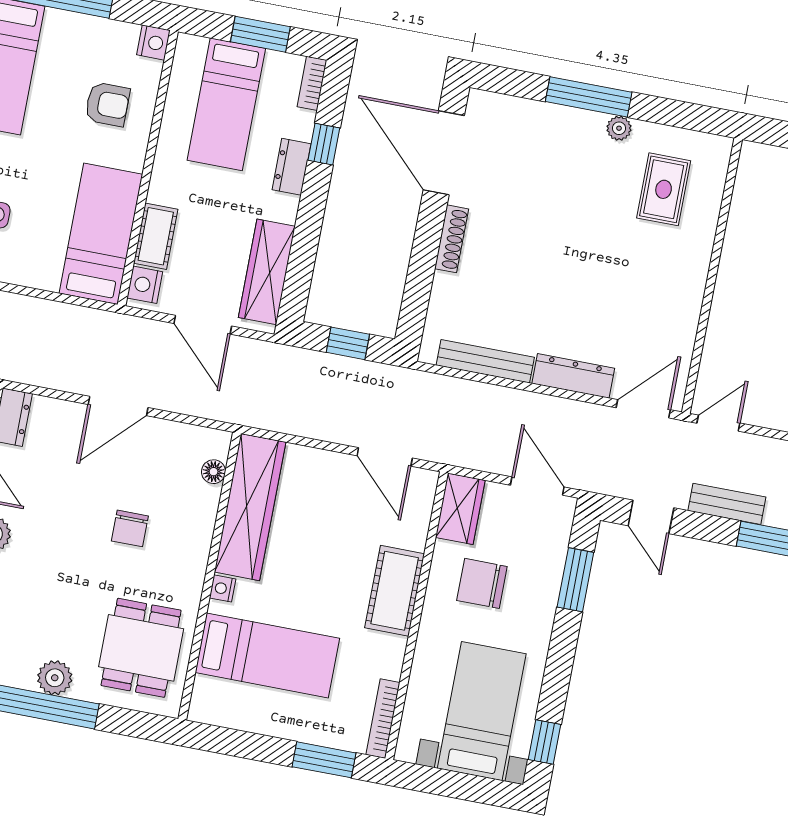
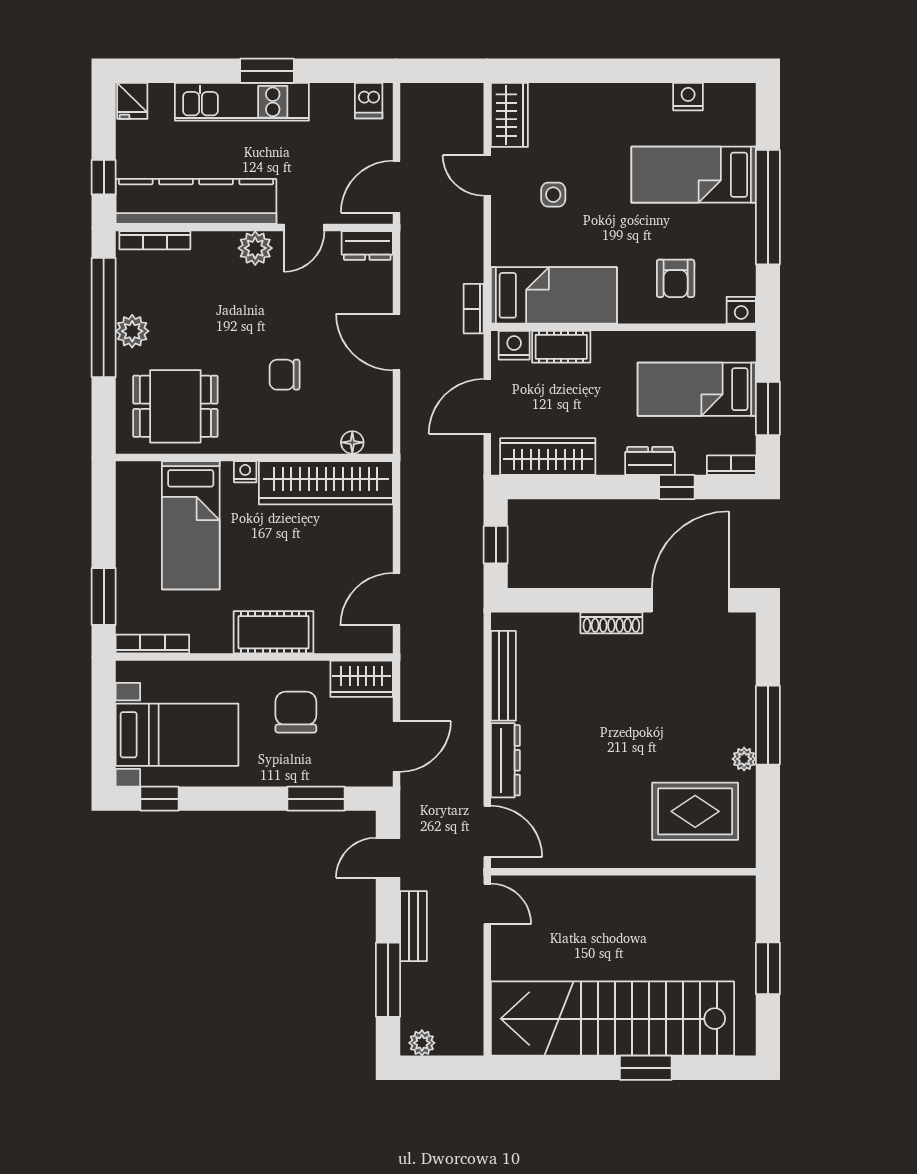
rug: (664, 189) -> (695, 811), width x1.36, depth x1.43
bookcase: (99, 319) -> (474, 309), added

